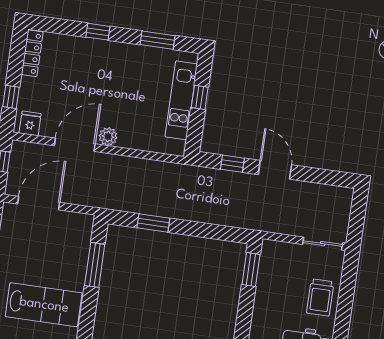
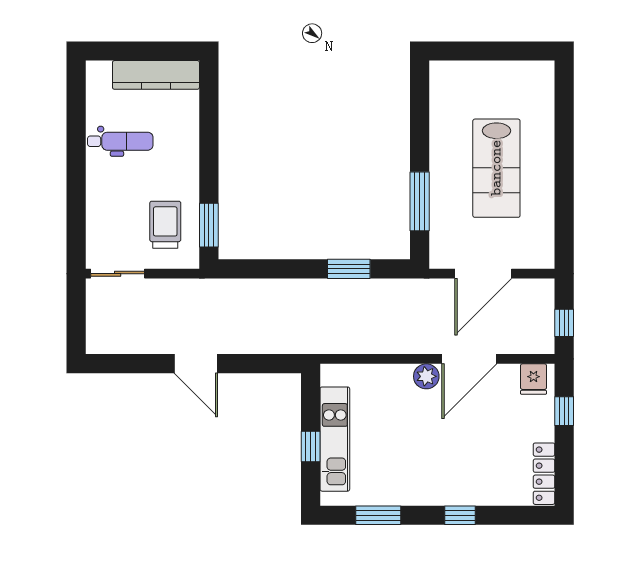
window: (232, 164) -> (254, 364), removed
door: (39, 203) -> (483, 274), moved
trolley: (320, 297) -> (165, 225), moved
lab bench: (44, 305) -> (496, 168), moved, turned -90

